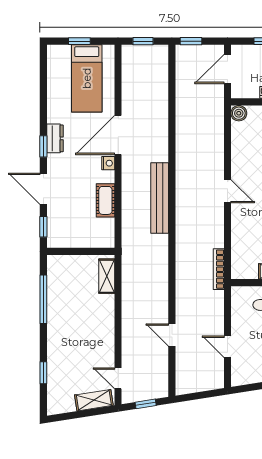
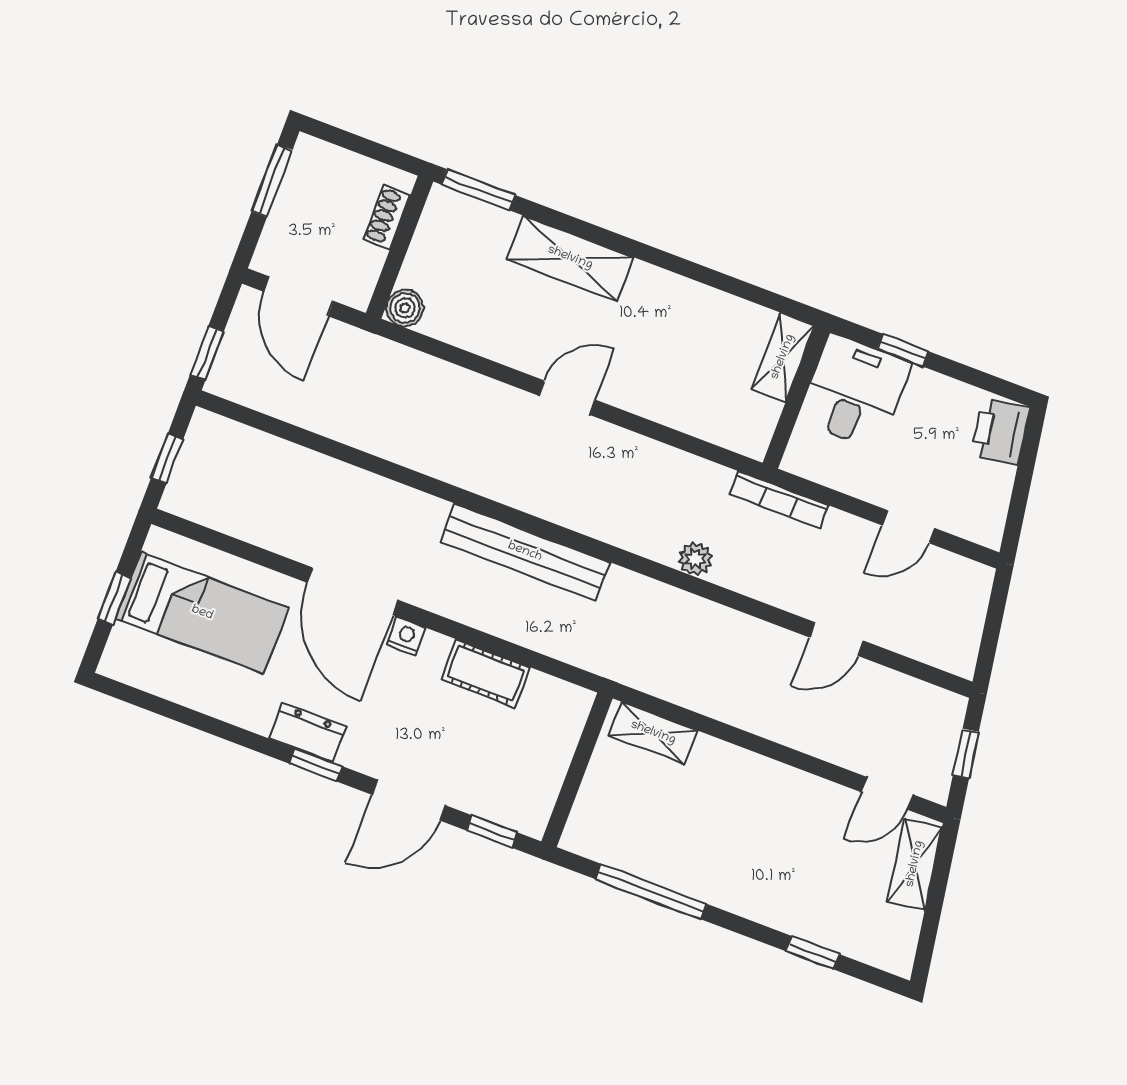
plant: (183, 267) -> (695, 559), added
bookcase: (219, 269) -> (779, 500), moved

